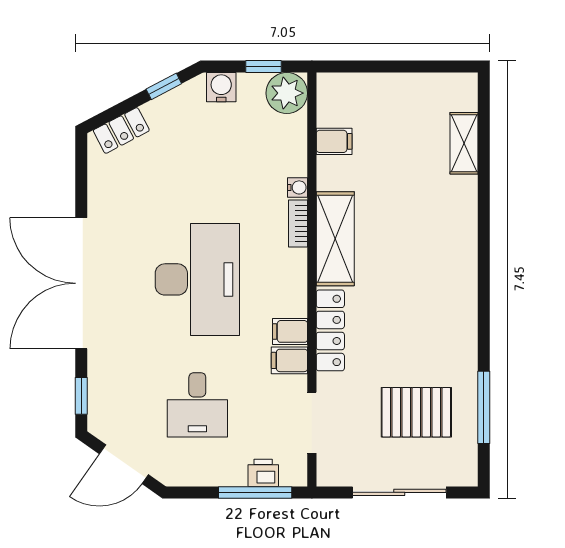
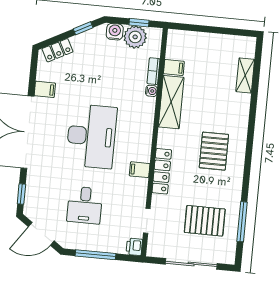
plant: (287, 93) -> (135, 37), moved
bookcase: (298, 223) -> (154, 71), moved
shelving: (335, 239) -> (171, 102), moved
pallet: (421, 285) -> (214, 151), added
filing cabinet: (289, 360) -> (45, 89), moved, turned 180
doorway: (312, 423) -> (147, 221), width x0.73
printer: (263, 473) -> (134, 247), moved, turned -90
window: (255, 492) -> (95, 255), moved

